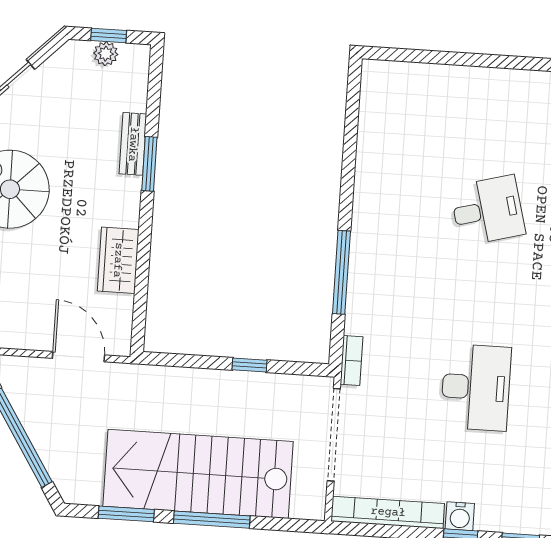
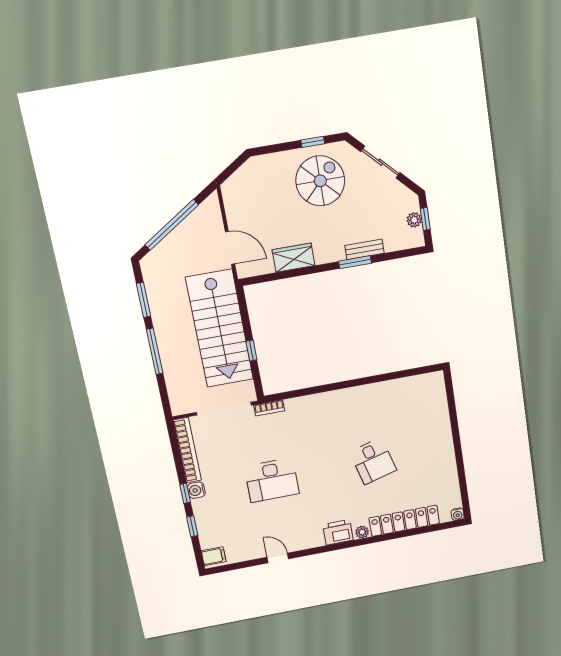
window: (341, 272) -> (318, 389), removed
door: (79, 357) -> (230, 248), hinge flipped
stairs: (198, 474) -> (220, 329), moved, turned 180

